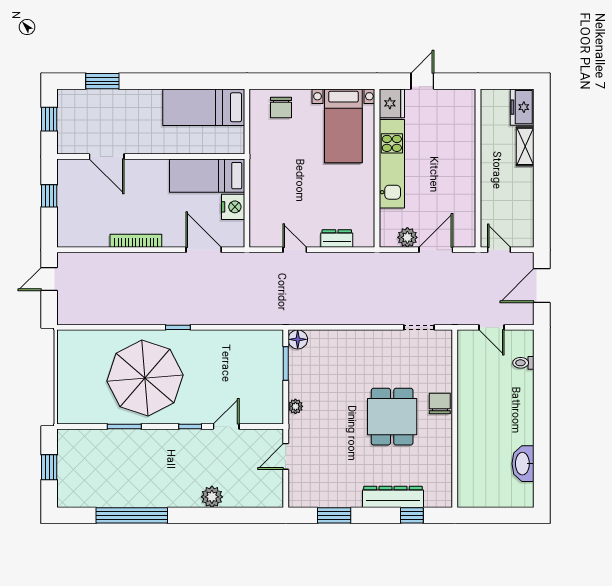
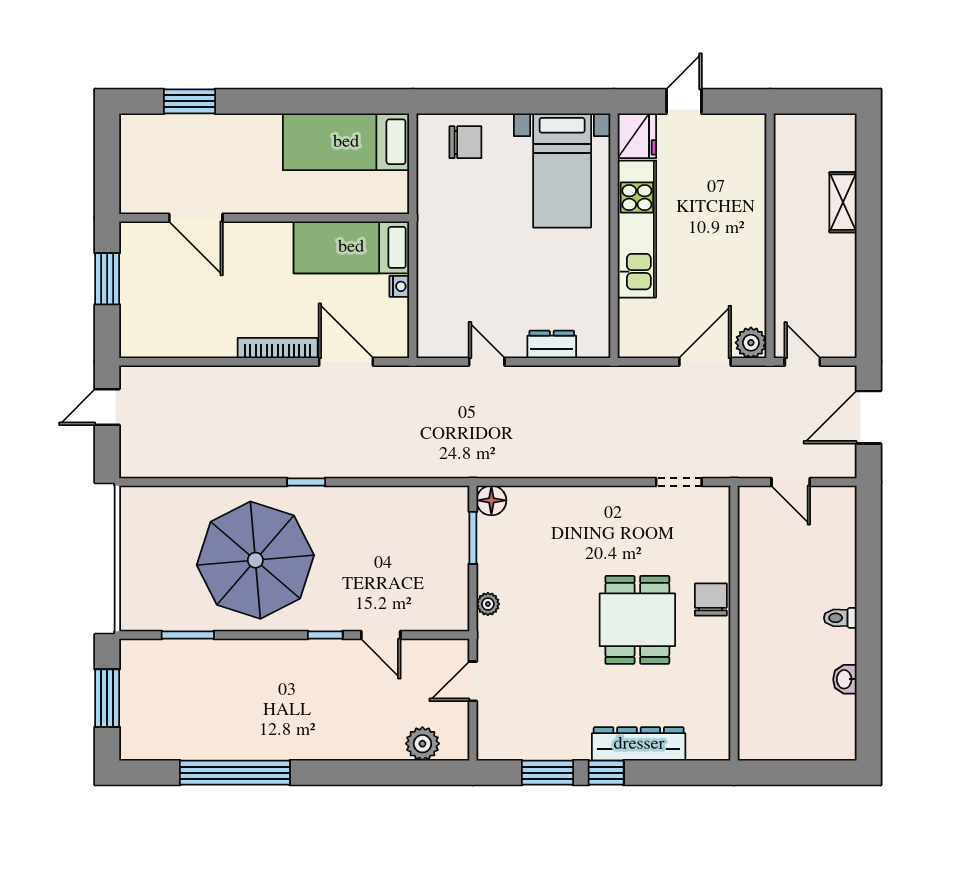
freezer: (522, 107) -> (838, 141), removed
chair: (281, 108) -> (465, 142), turned -90
window: (49, 119) -> (107, 160), removed
window: (49, 196) -> (107, 279), width x1.50
nightstand: (233, 207) -> (399, 286), width x0.53, depth x0.56
plant: (407, 237) -> (751, 343), moved
bookcase: (136, 241) -> (278, 348), moved
toilet: (523, 363) -> (840, 618), moved
window: (124, 426) -> (188, 635), moved
door: (226, 426) -> (381, 635), swing flipped
washbasin: (523, 464) -> (845, 679), width x0.52, depth x0.69
window: (49, 467) -> (107, 698), width x1.50
plant: (212, 497) -> (422, 744), moved
window: (412, 515) -> (606, 773), moved

